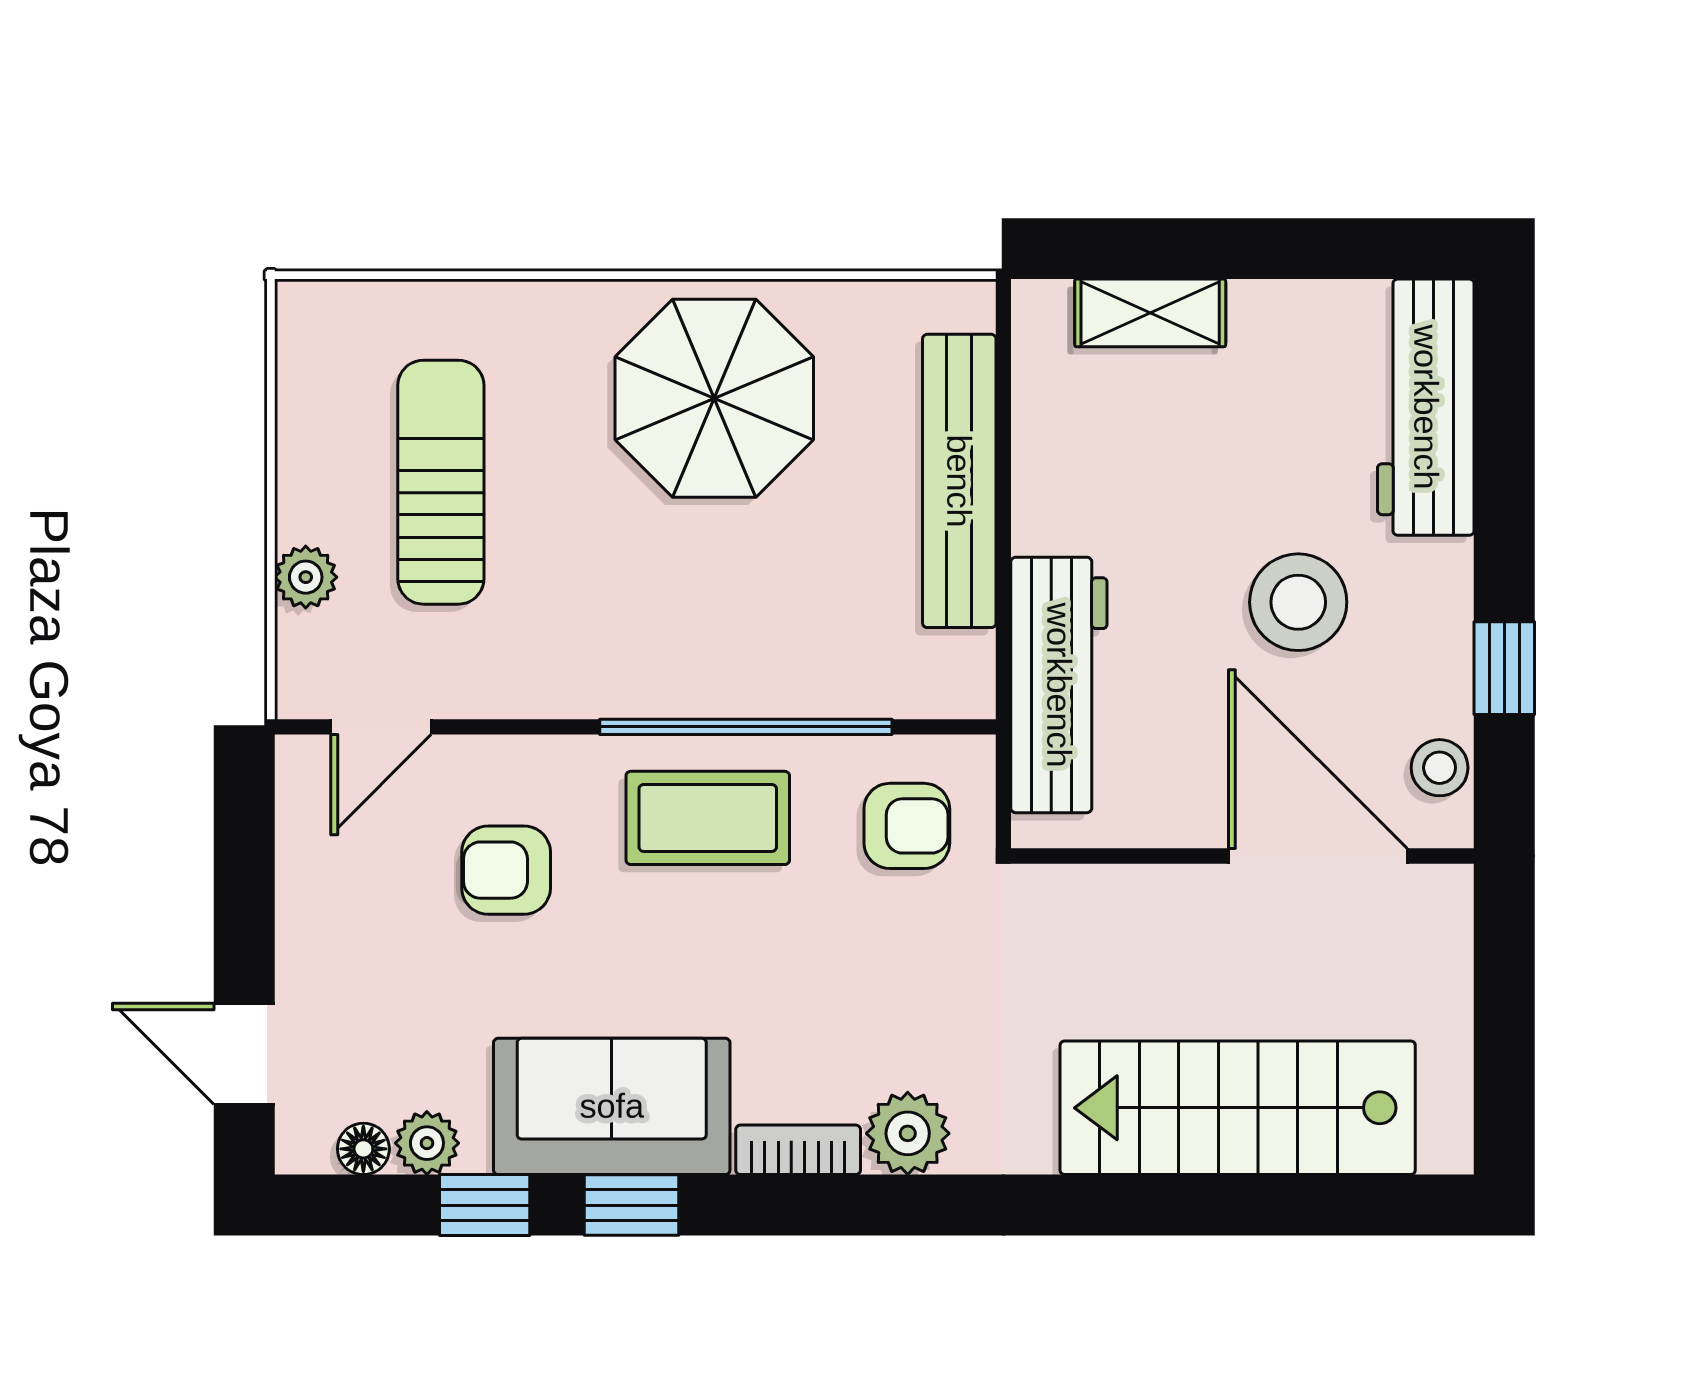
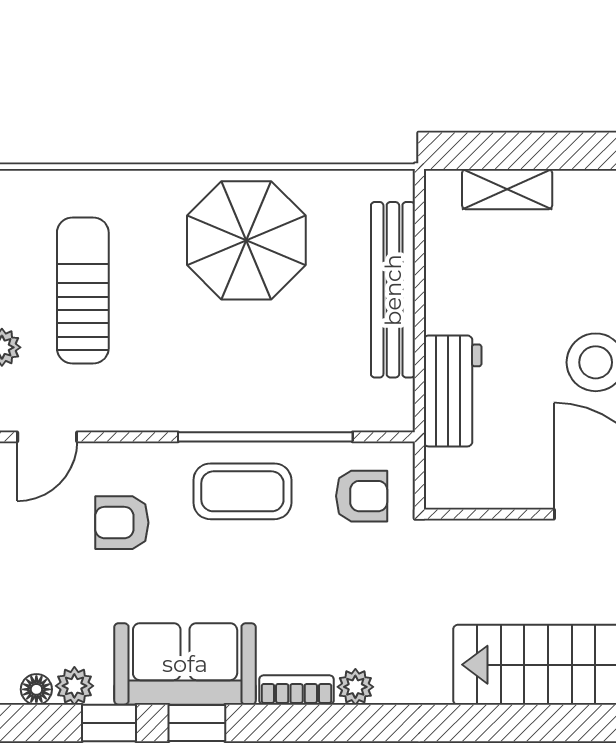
workbench: (1059, 685) -> (453, 391), width x0.73
plant: (908, 1133) -> (355, 687), width x0.73, depth x0.73

